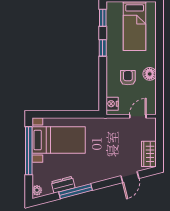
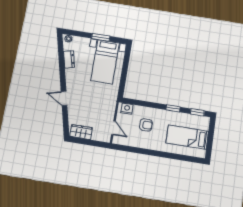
floor lamp: (150, 74) -> (146, 143), removed
window: (29, 151) -> (101, 37), width x0.47
door: (130, 177) -> (64, 98), moved
window: (76, 191) -> (62, 68), removed

